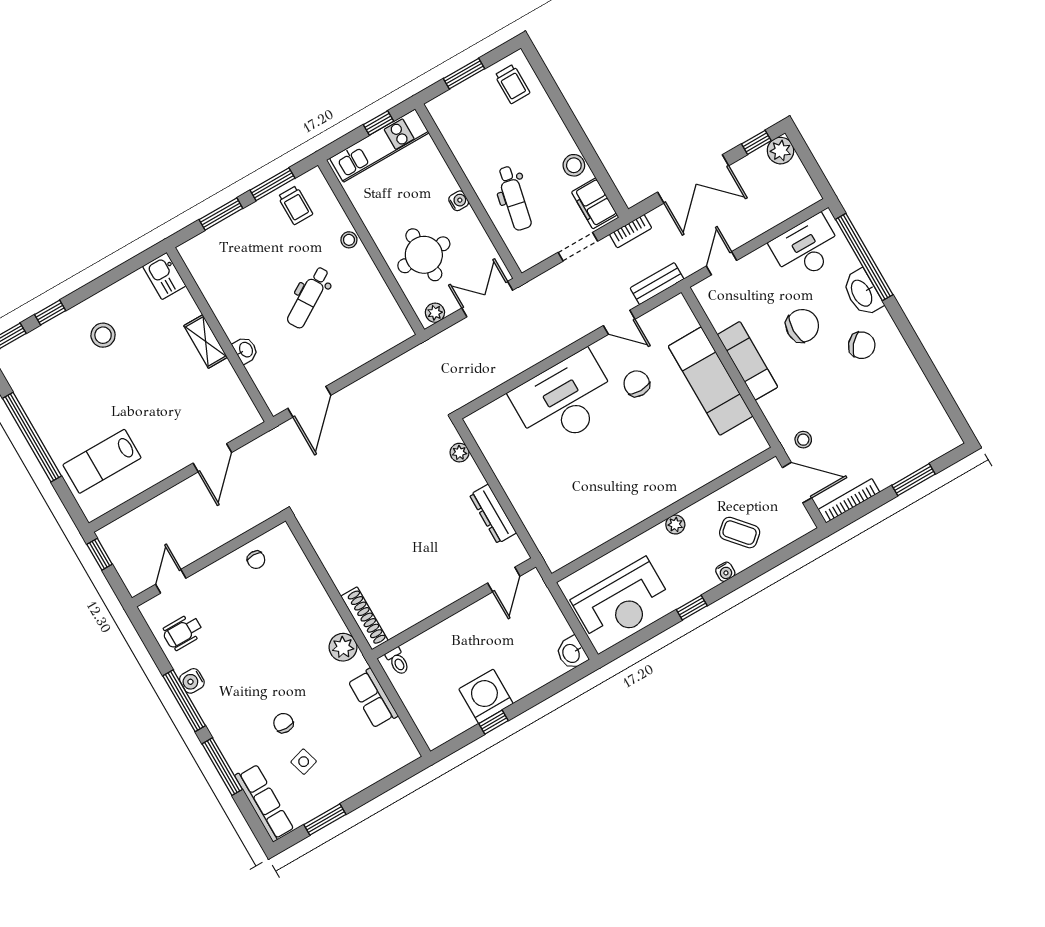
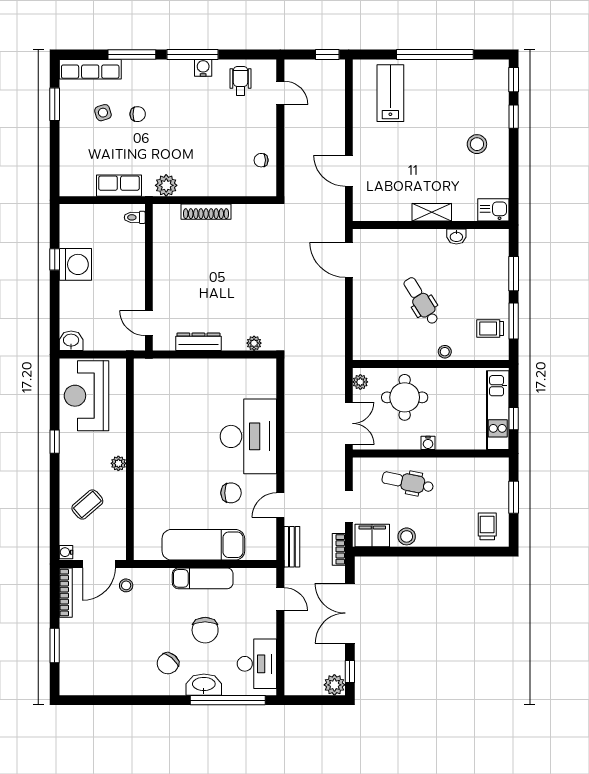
trolley: (512, 84) -> (487, 526), turned 90
washbasin: (245, 350) -> (456, 236), moved
water cooler: (725, 572) -> (66, 552), moved
shoe rack: (364, 618) -> (206, 212), moved

